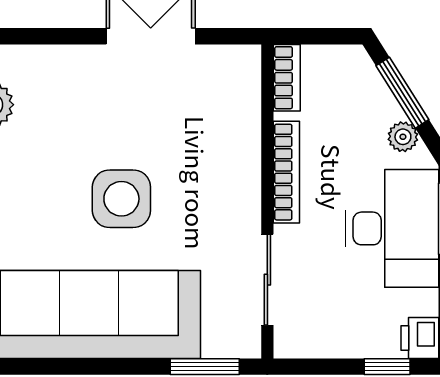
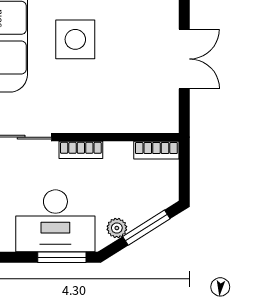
bookcase: (286, 172) -> (81, 150), width x0.64

